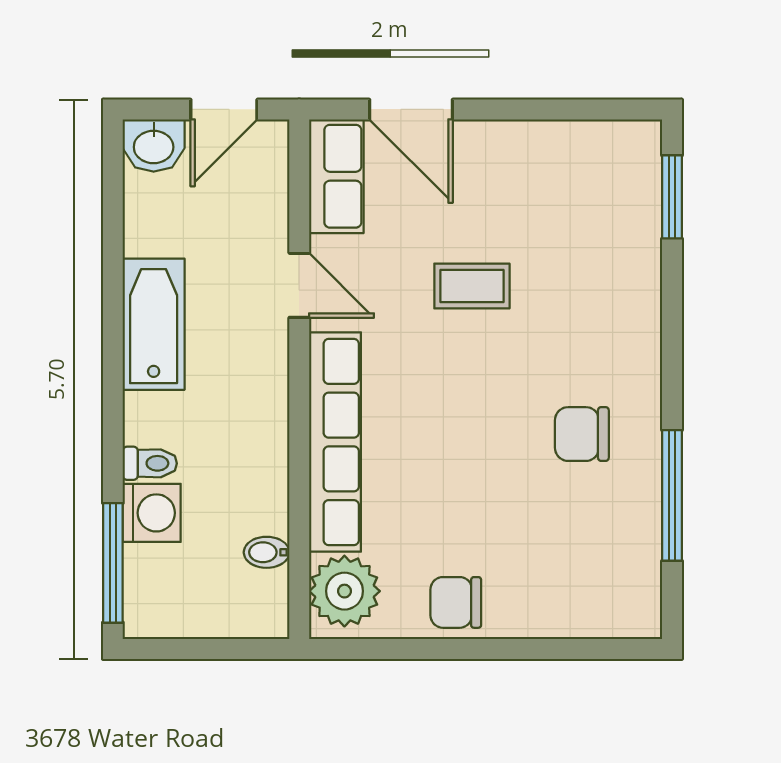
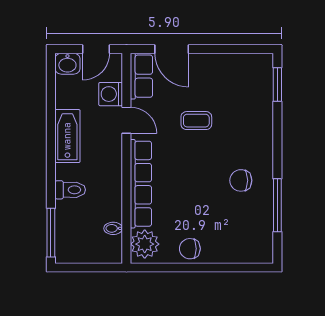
toilet: (150, 463) -> (70, 190), width x1.37, depth x1.39
washing machine: (152, 513) -> (111, 94), moved, turned 180

